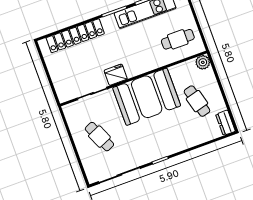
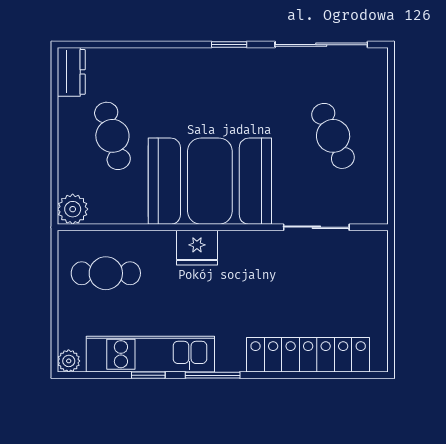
fridge: (116, 75) -> (197, 248), moved

